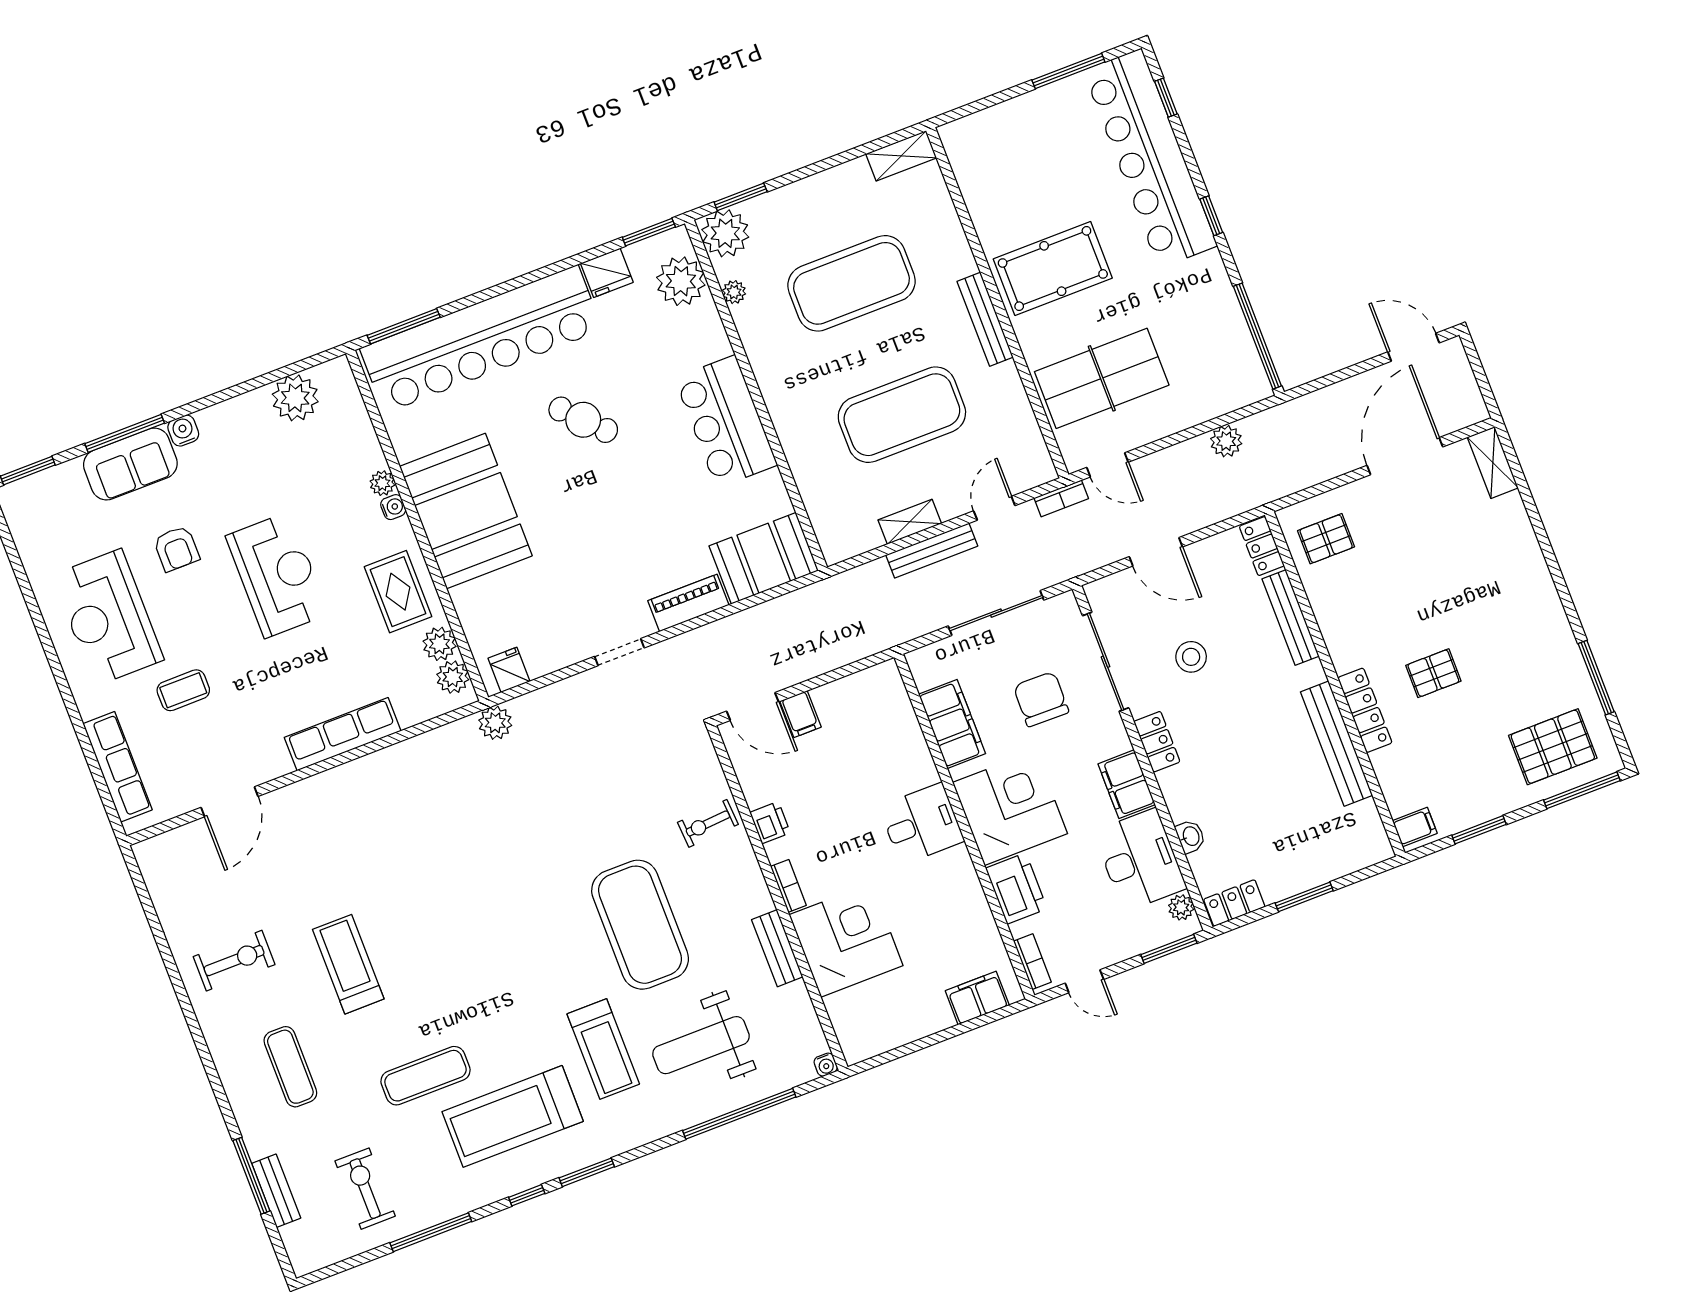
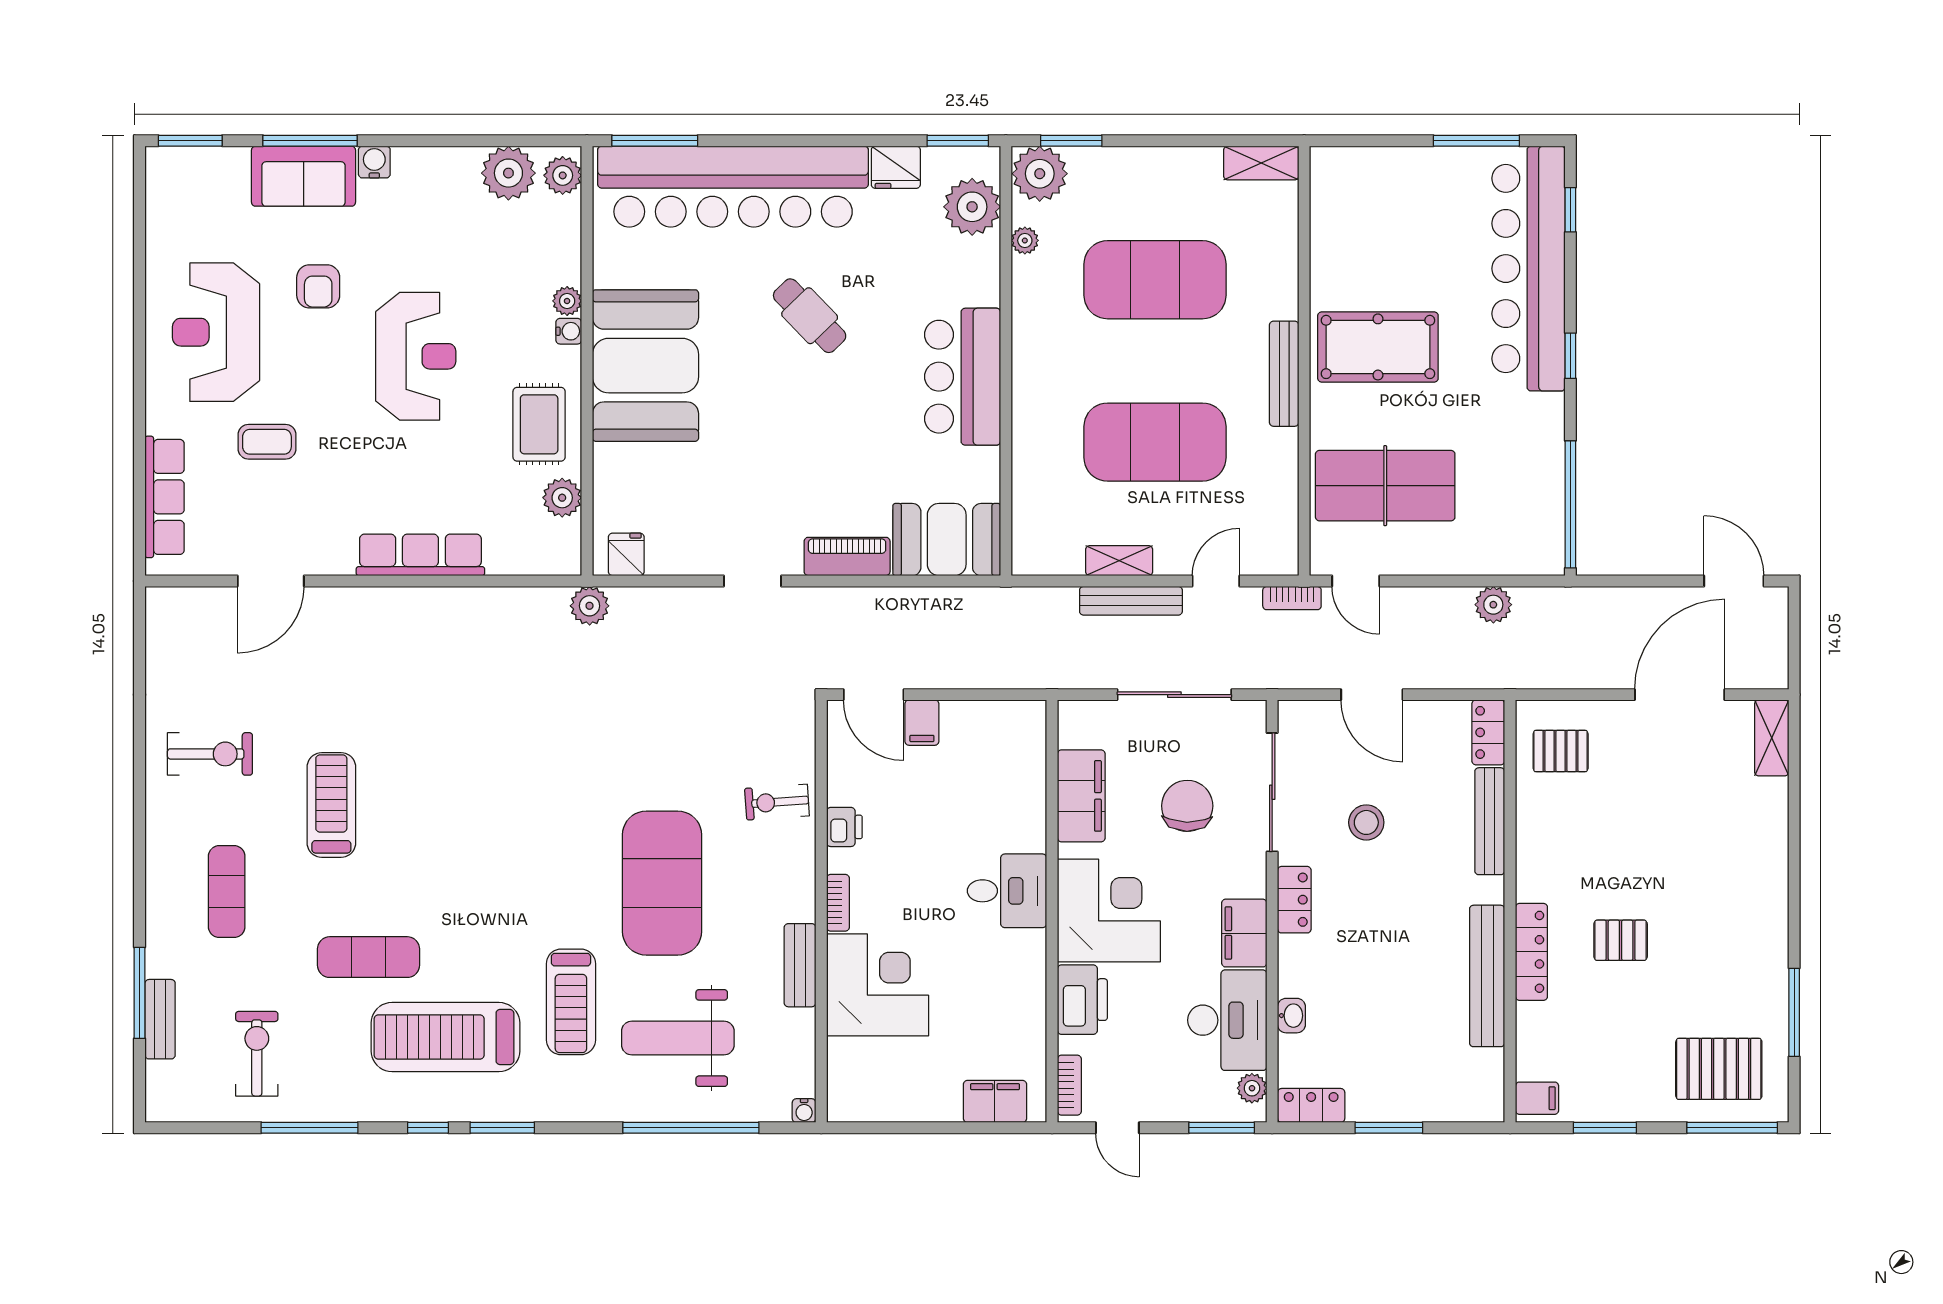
plant: (453, 677) -> (563, 175), moved

